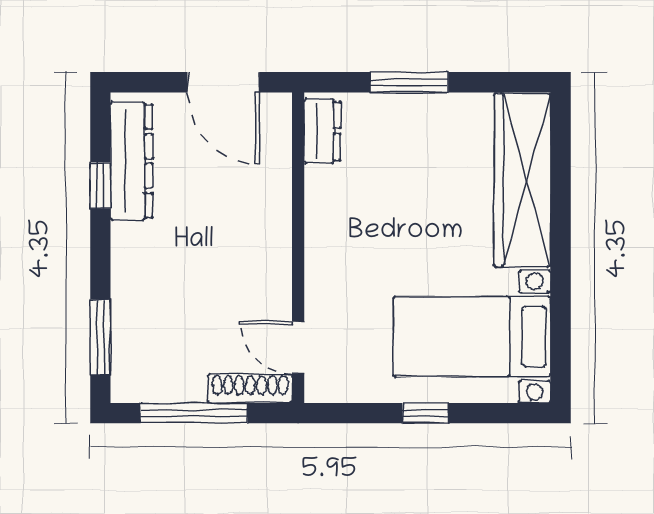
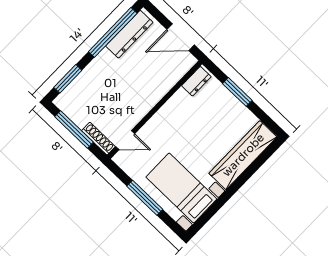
door: (223, 82) -> (181, 37), hinge flipped
window: (100, 185) -> (113, 32), width x3.17
door: (298, 347) -> (125, 140), swing flipped
window: (426, 413) -> (145, 198), width x2.17

